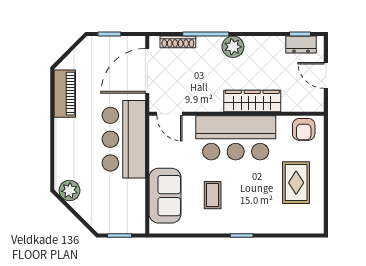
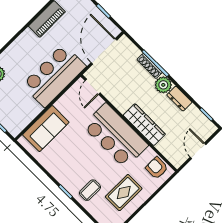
shoe rack: (178, 42) -> (150, 66), moved
dresser: (301, 44) -> (179, 99), moved
door: (147, 71) -> (104, 51), hinge flipped
armchair: (304, 129) -> (157, 168), turned 90
coffee table: (213, 195) -> (90, 190), moved

